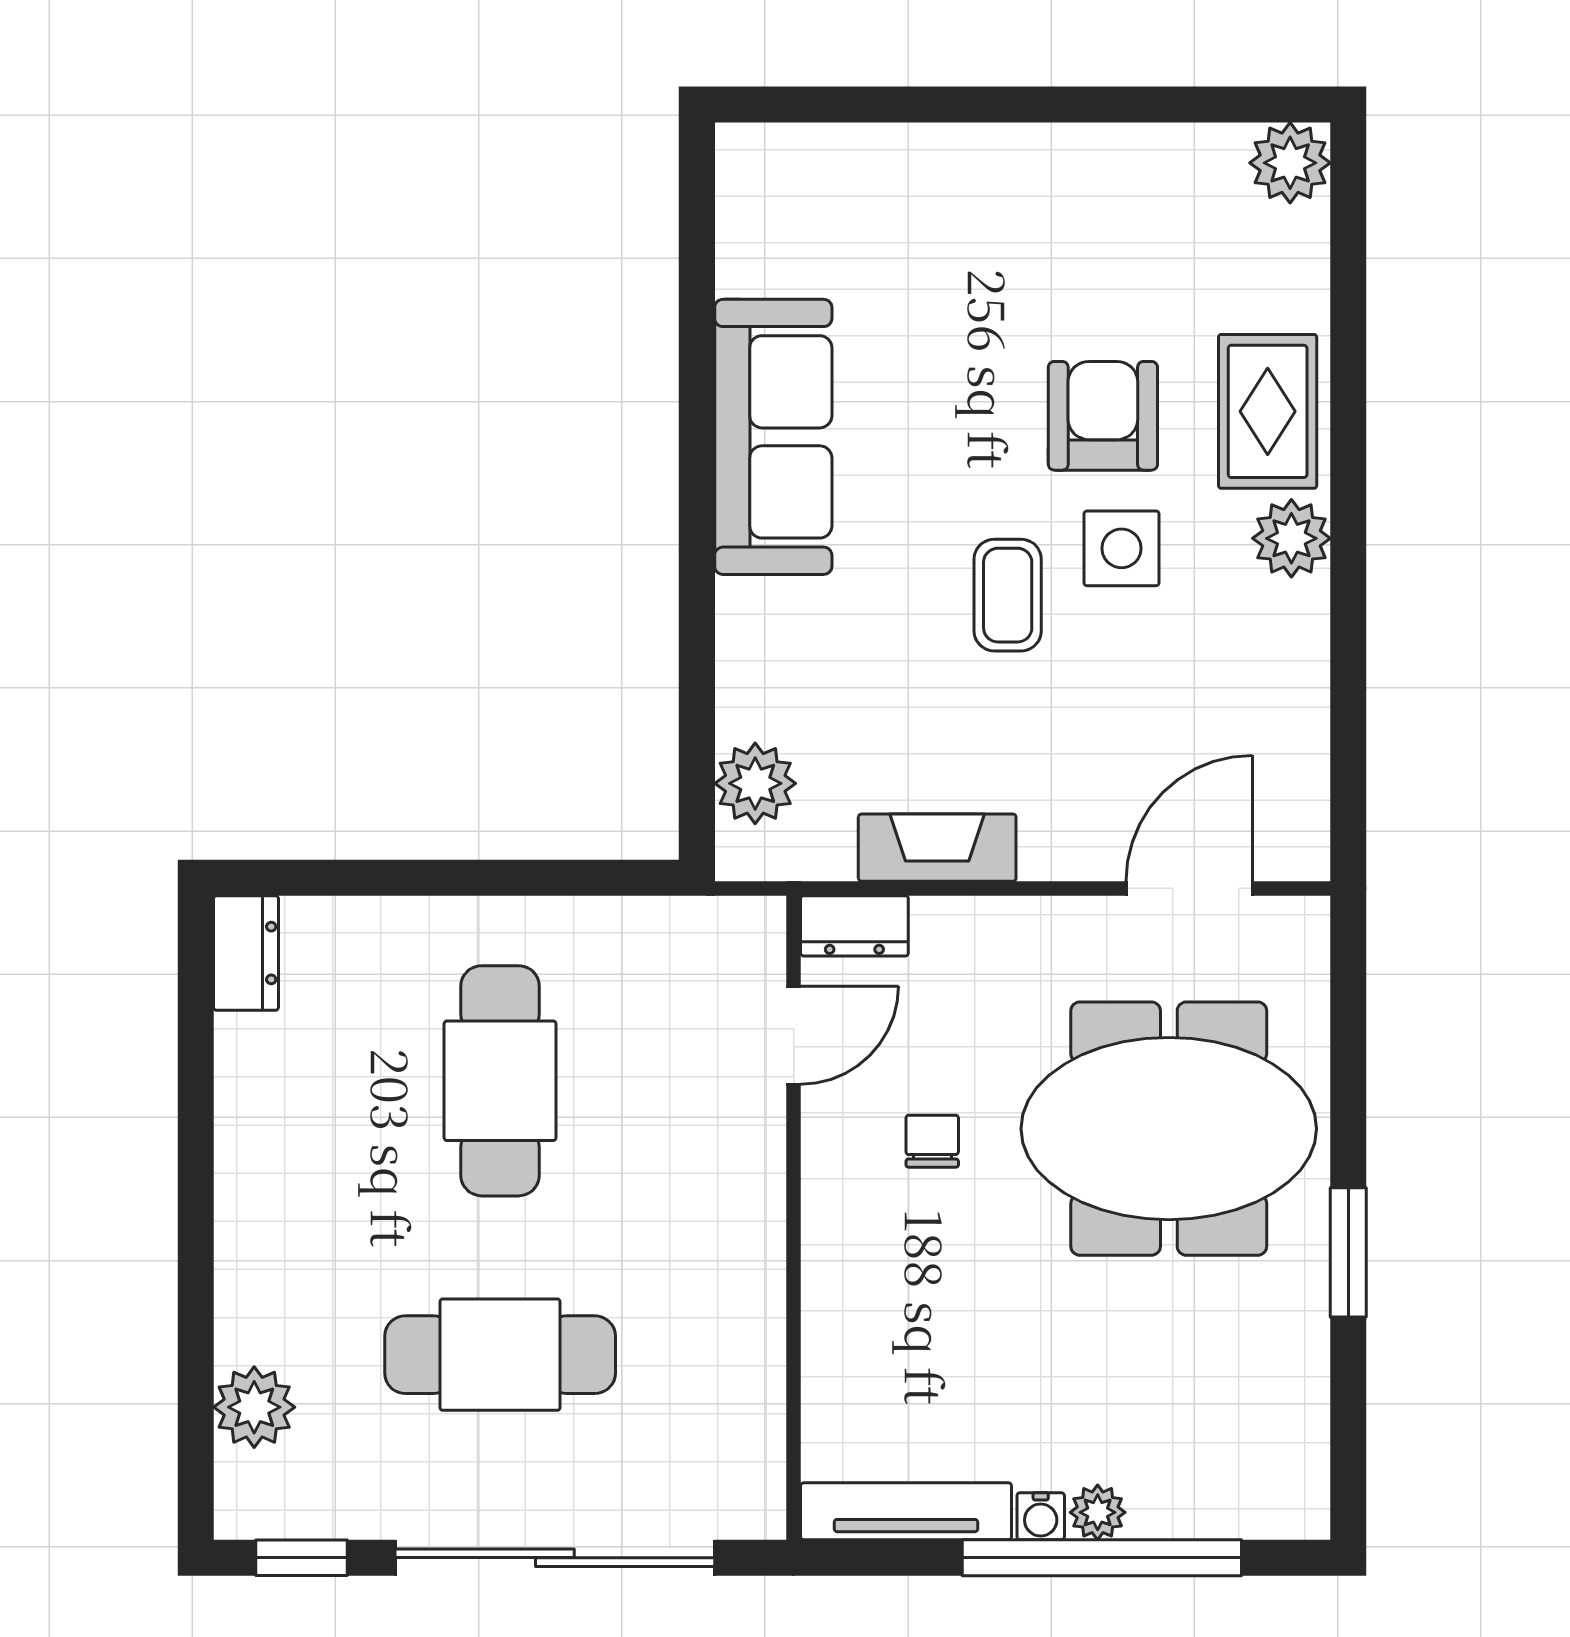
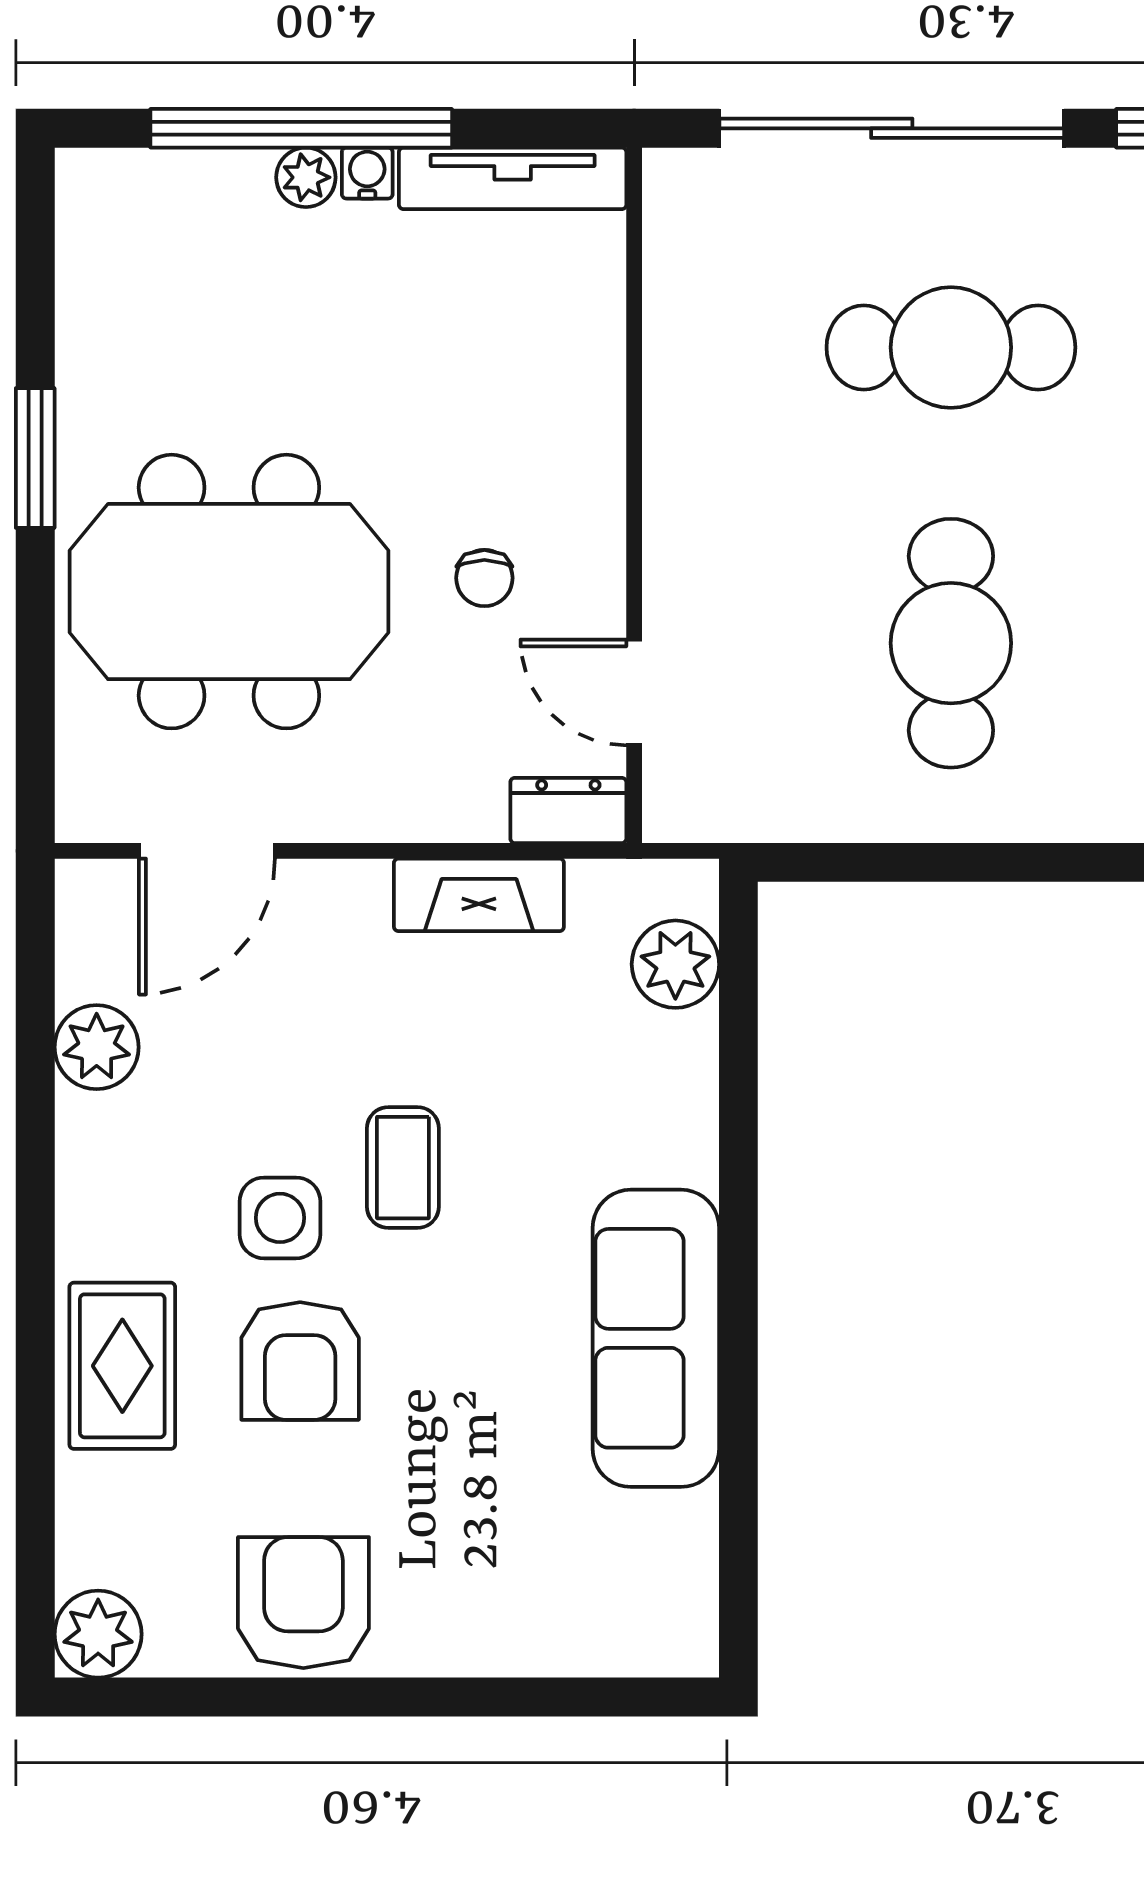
armchair: (1100, 192) -> (303, 1603), added
plant: (1291, 538) -> (97, 1047), moved
door: (794, 1035) -> (634, 692), hinge flipped

